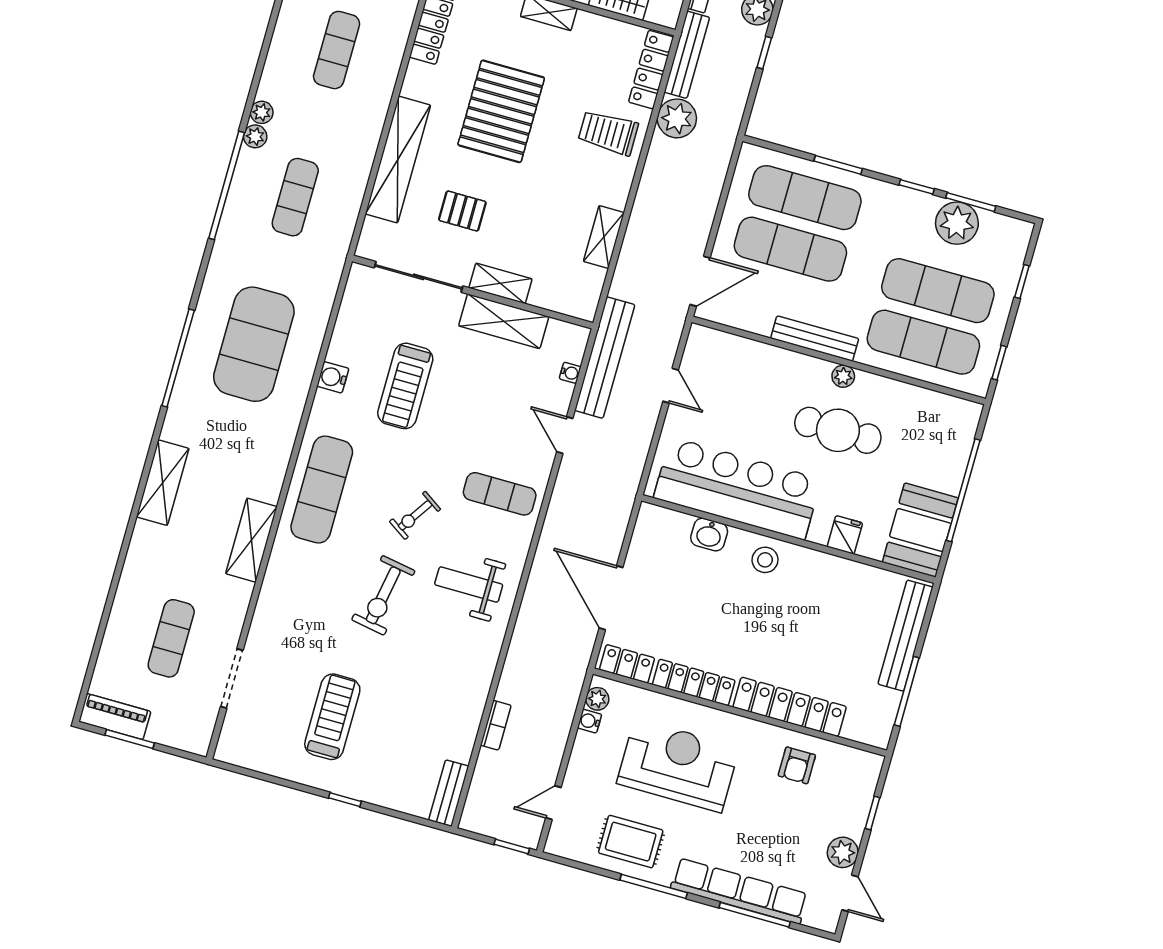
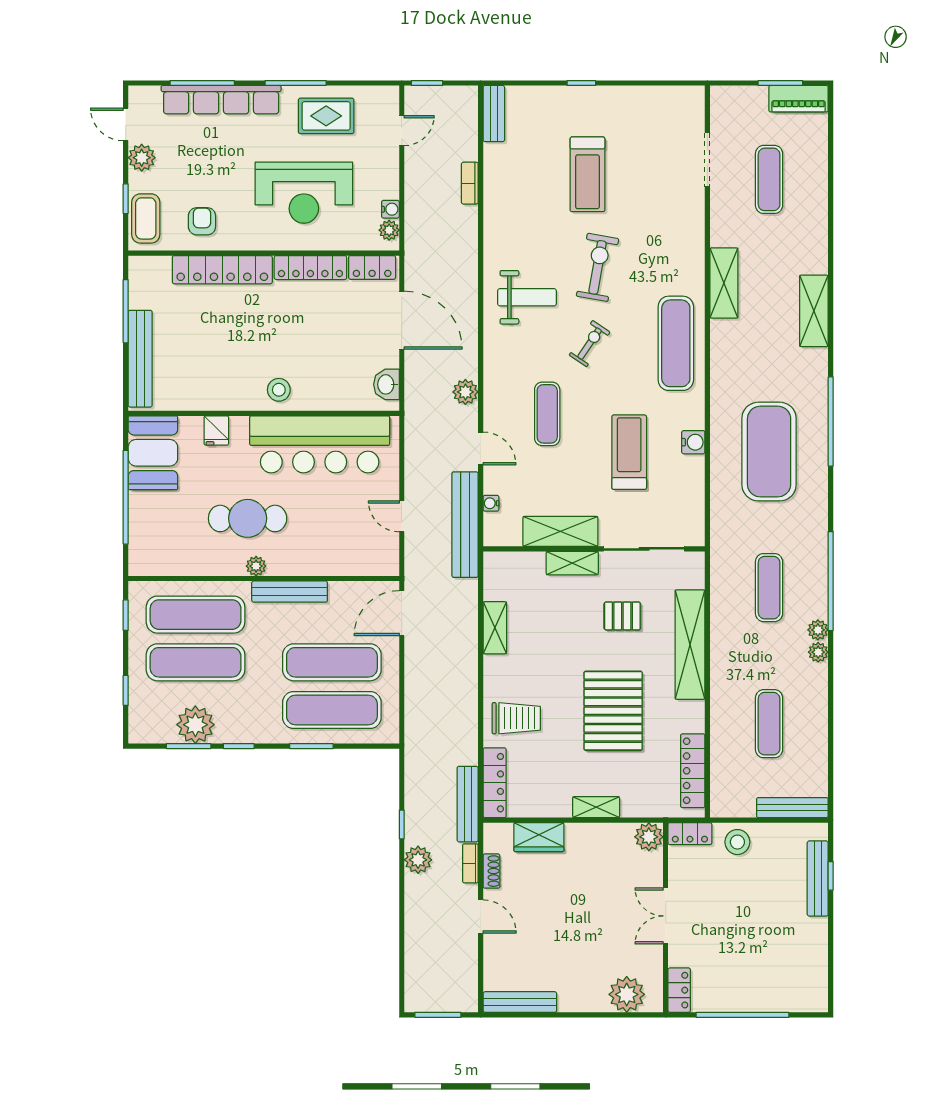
plant: (677, 118) -> (465, 392), moved, width x0.73, depth x0.73
exercise mat: (500, 494) -> (547, 414), moved, turned 90
washbasin: (709, 535) -> (386, 384), moved, turned -90
treadmill: (332, 717) -> (587, 174), moved
coffee table: (857, 786) -> (146, 218), added

